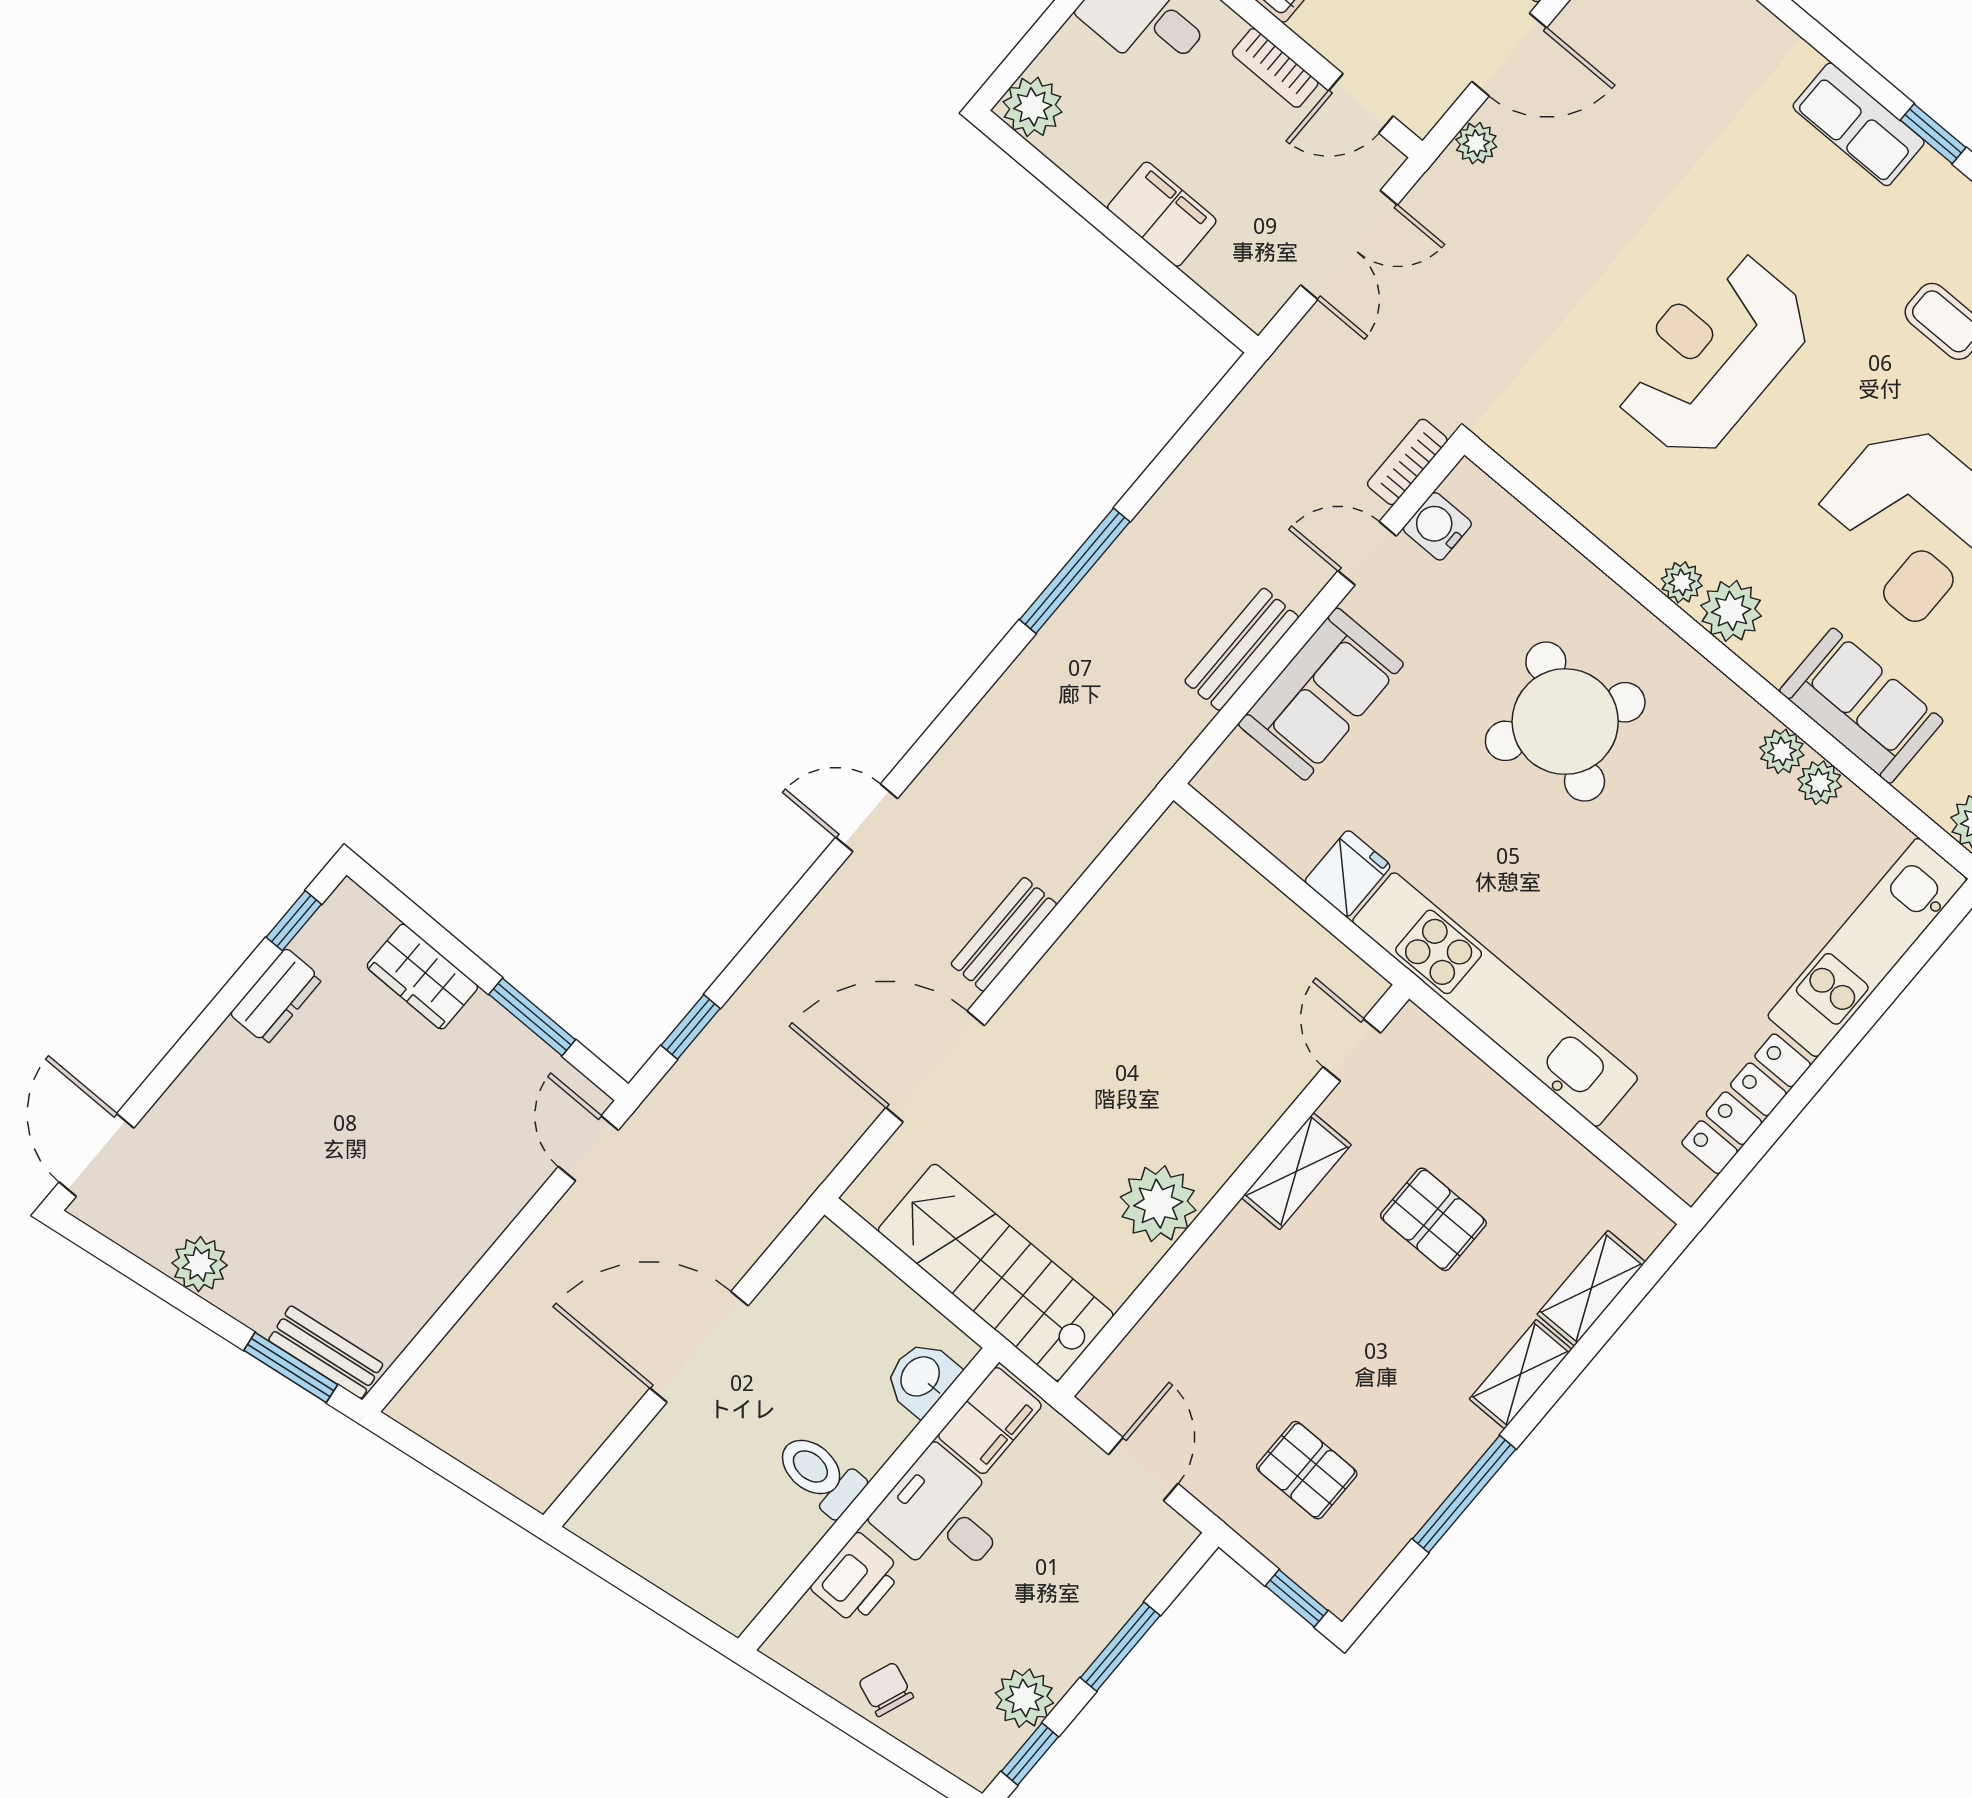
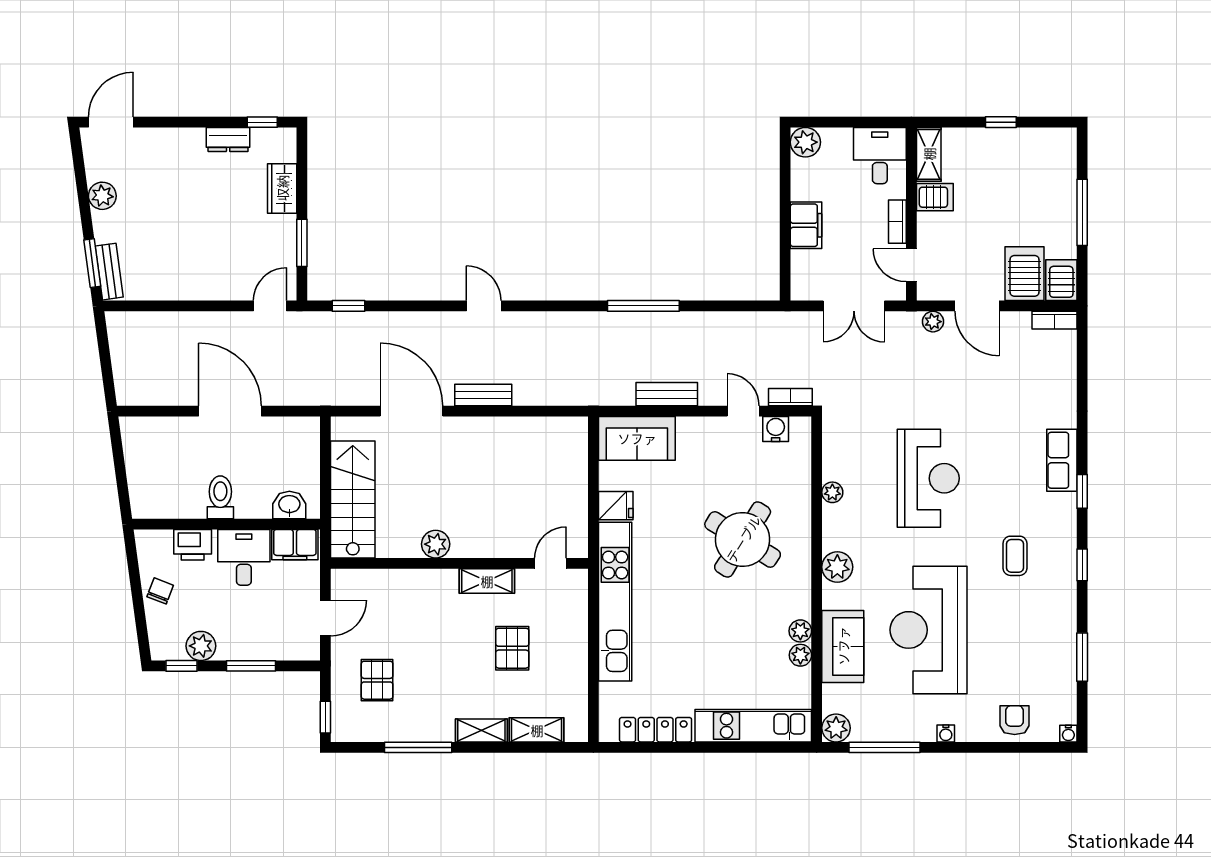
reception desk: (1712, 355) -> (928, 478), turned 90
plant: (1682, 582) -> (832, 492), moved
sofa: (1321, 694) -> (637, 438), moved
plant: (1158, 1204) -> (436, 544), width x0.73, depth x0.73

